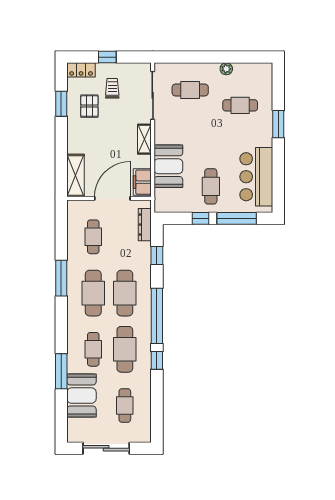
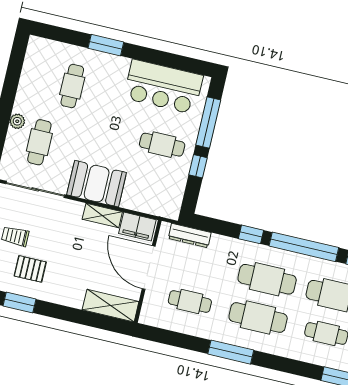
plant: (226, 69) -> (17, 121), moved
shelving: (144, 139) -> (102, 216), moved
booth: (168, 166) -> (97, 184), moved
window: (157, 255) -> (251, 234), moved

